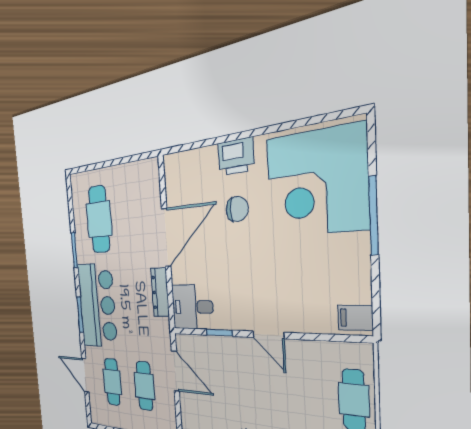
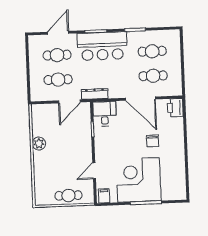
printer: (236, 157) -> (175, 108), moved
corner desk: (316, 183) -> (139, 180), moved
cafe table: (132, 215) -> (153, 76), added
cafe table: (99, 219) -> (152, 51), width x0.73, depth x0.74
dresser: (160, 292) -> (95, 94), moved
door: (268, 335) -> (94, 171), moved

